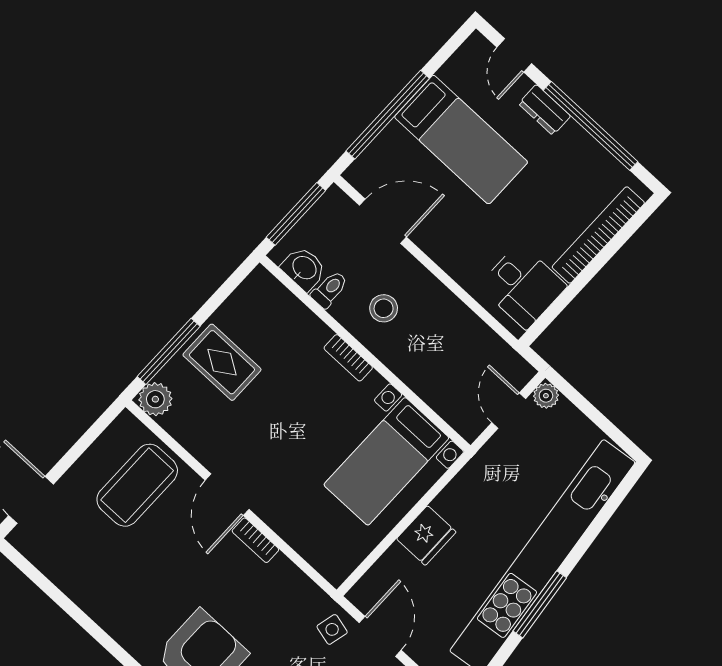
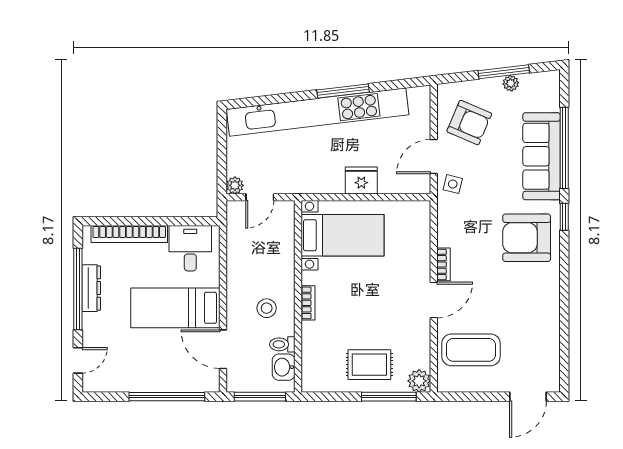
dresser: (544, 110) -> (91, 288), moved, width x1.44
bed: (461, 140) -> (175, 308), moved, turned -90
rug: (222, 362) -> (369, 365), turned 90

